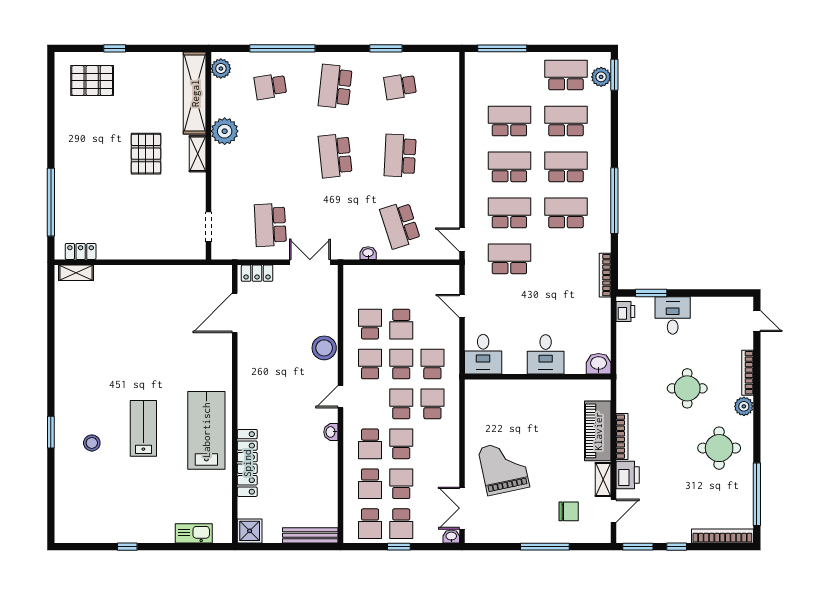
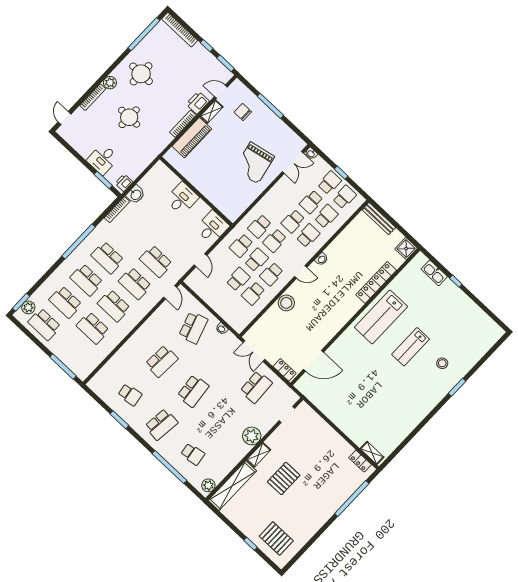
plant: (225, 131) -> (252, 436), moved
school desk: (401, 364) -> (256, 260), turned 180
washbasin: (599, 364) -> (136, 195), moved, turned -90
window: (127, 547) -> (456, 281), moved

